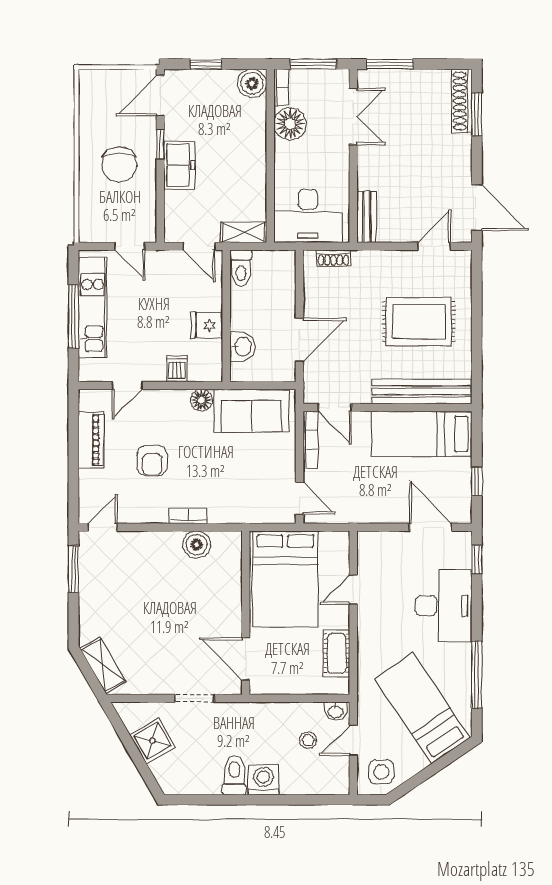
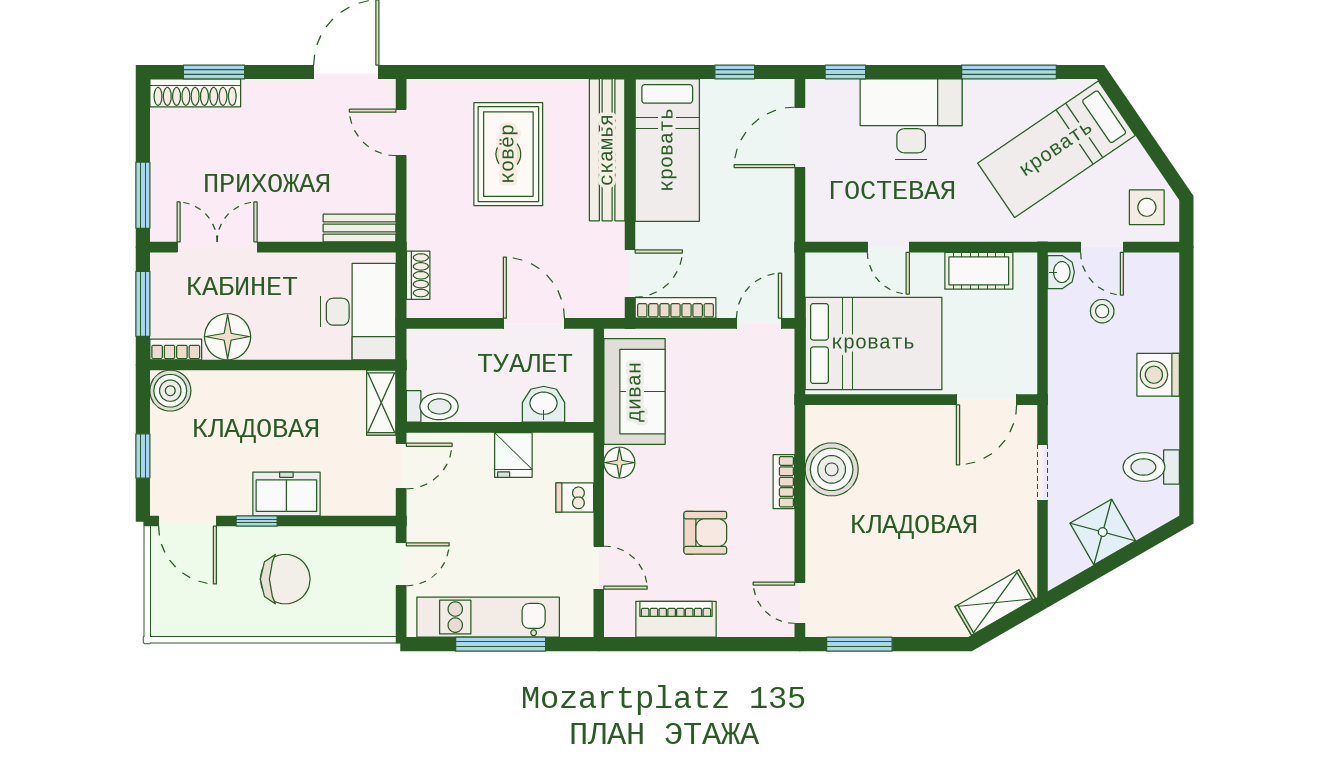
boiler: (197, 545) -> (832, 469), width x1.37, depth x1.37
toilet: (234, 775) -> (1151, 467), moved

